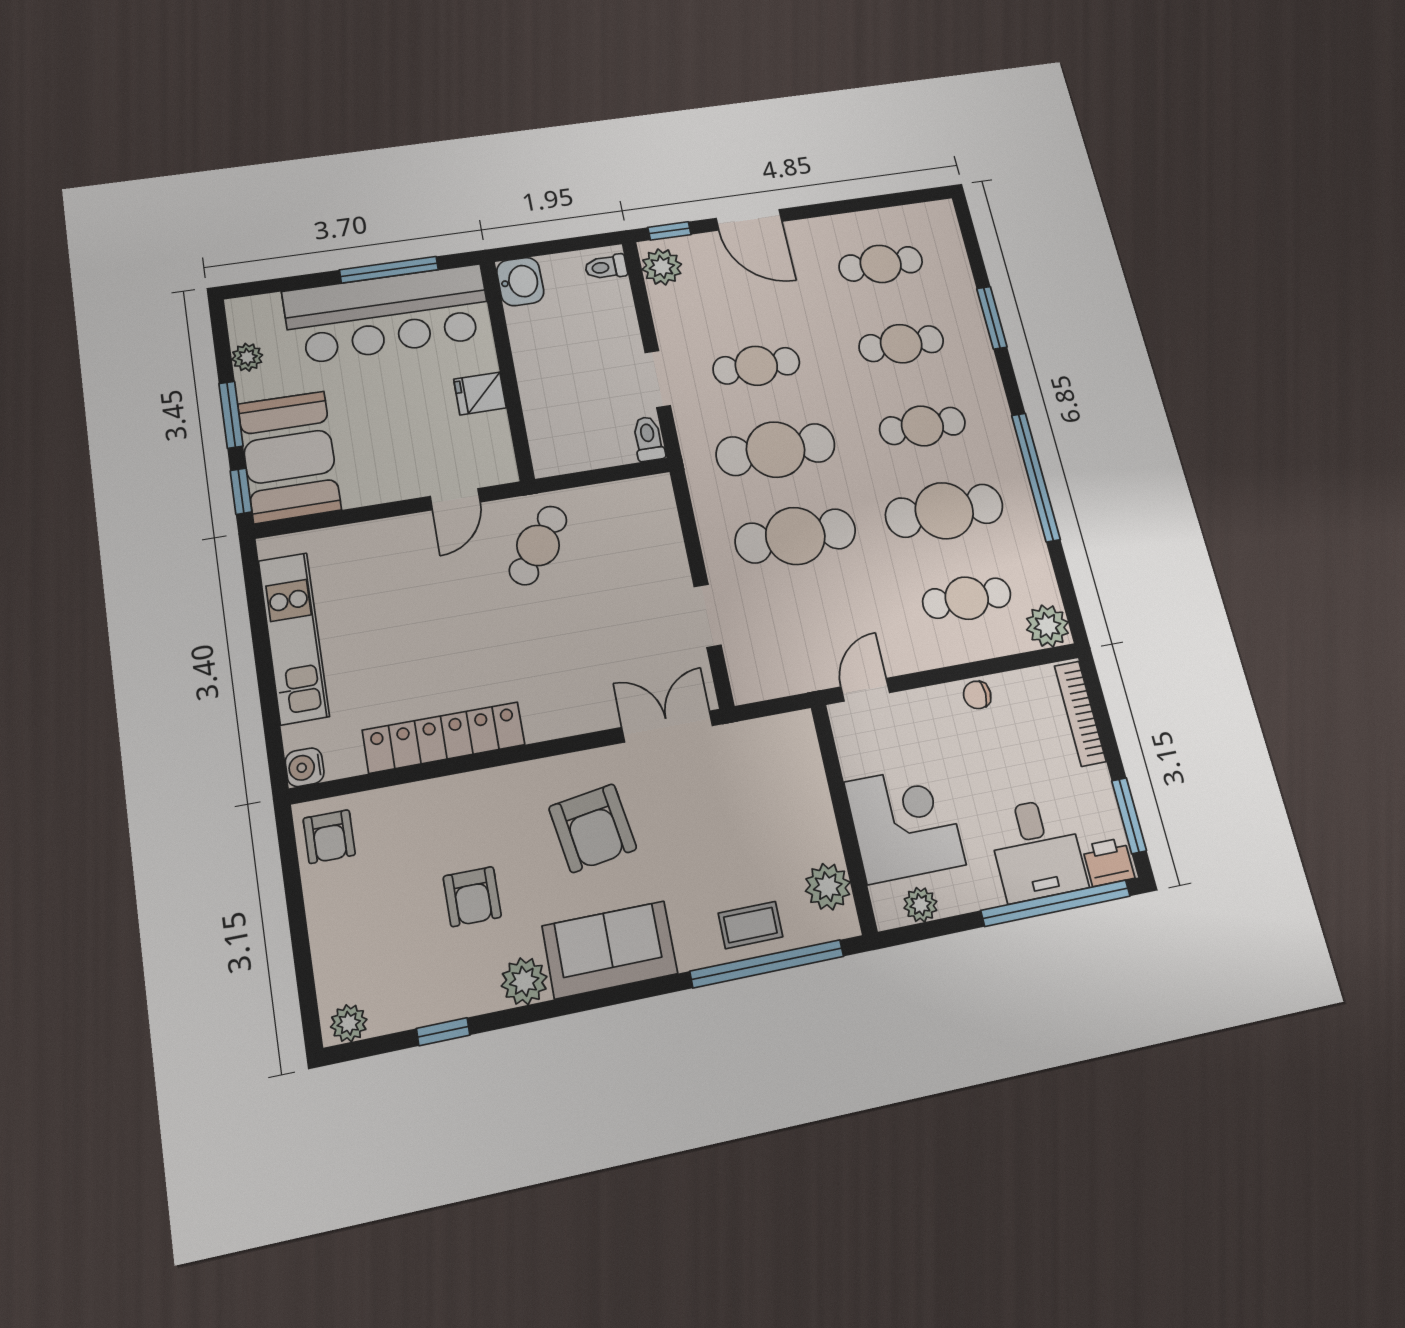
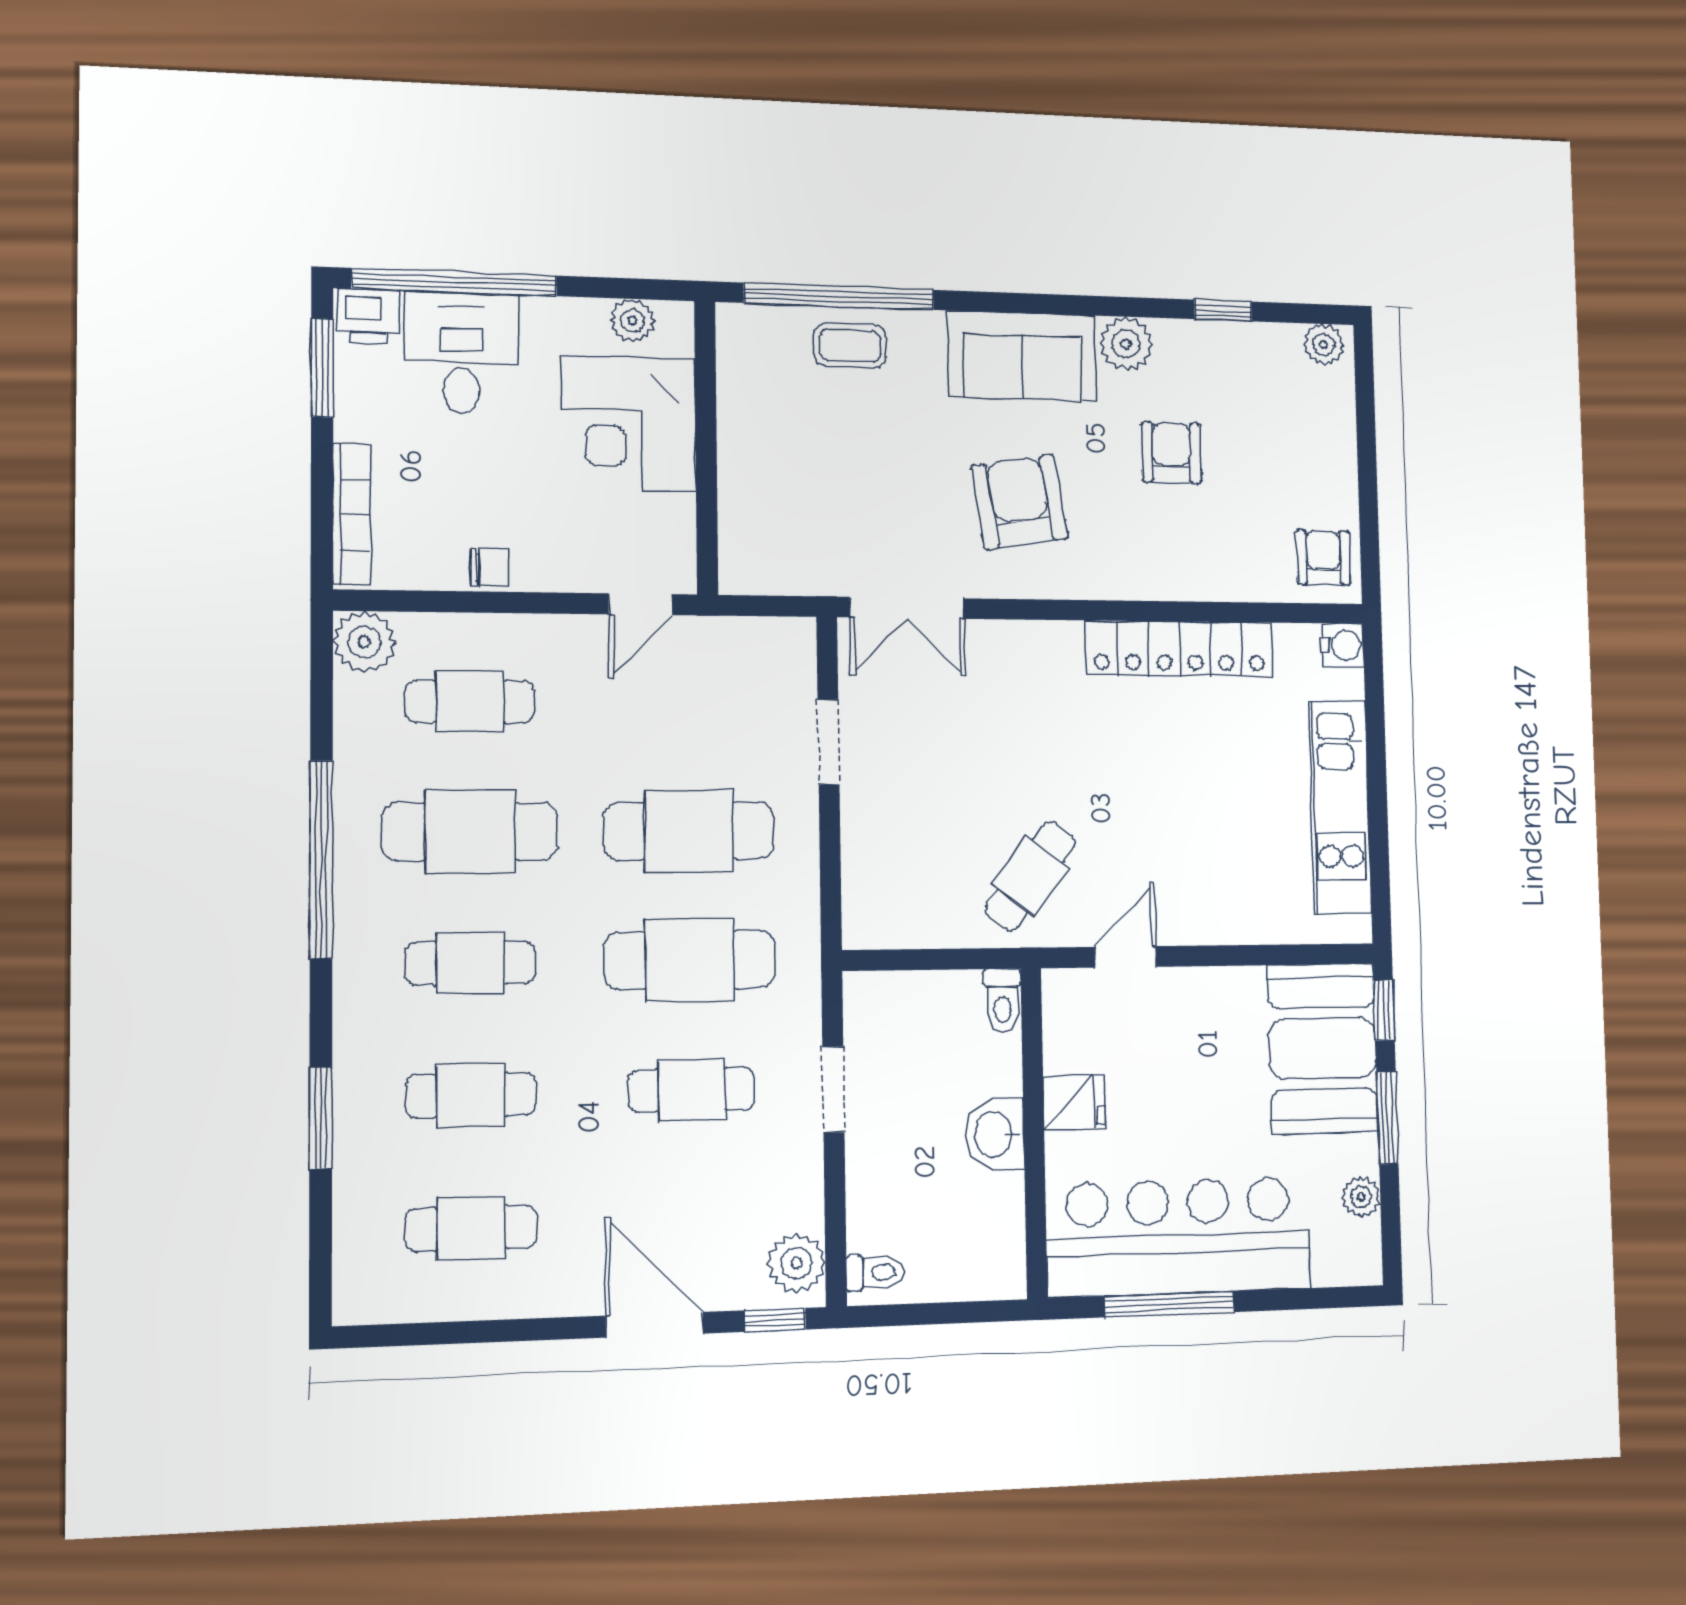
washbasin: (520, 282) -> (995, 1134), moved
toilet: (648, 439) -> (1002, 1001), moved
plant: (828, 887) -> (745, 369), removed

